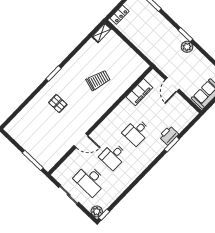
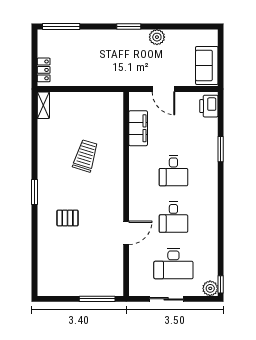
plant: (187, 47) -> (157, 37), moved
printer: (169, 135) -> (209, 106), moved

